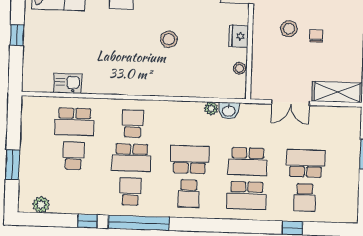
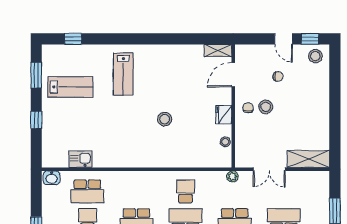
chair: (316, 36) -> (248, 108), moved
plant: (211, 109) -> (232, 176), moved
washbasin: (229, 111) -> (52, 178), moved
school desk: (133, 124) -> (186, 191), moved

